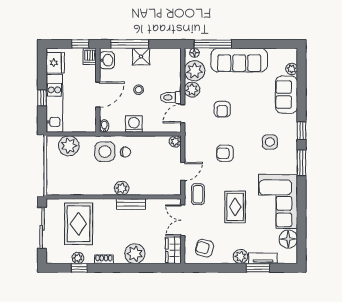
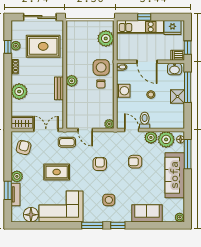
plant: (292, 69) -> (180, 217), moved

